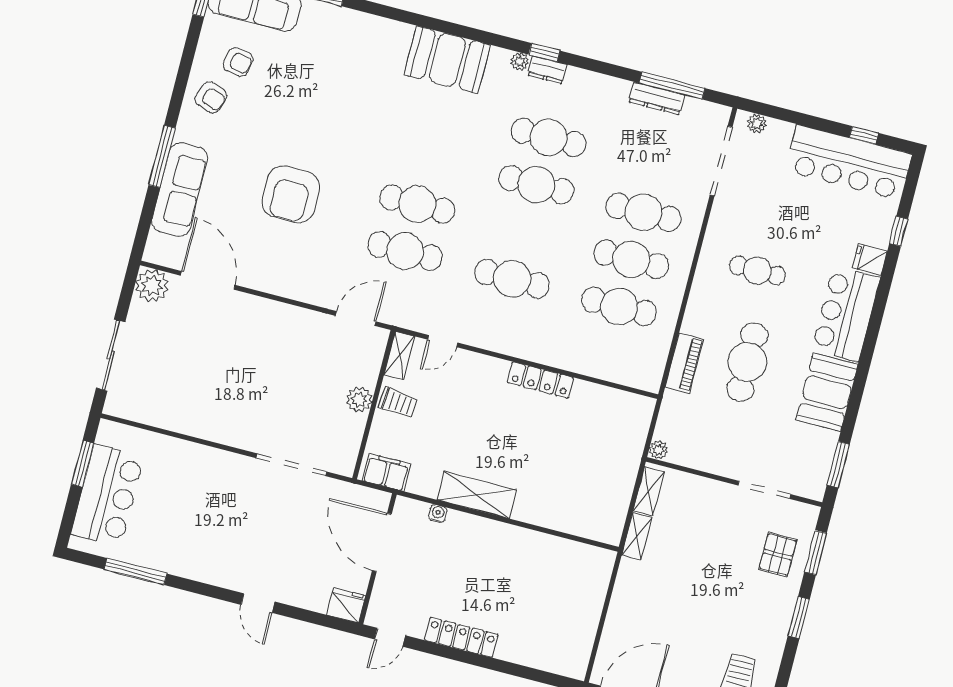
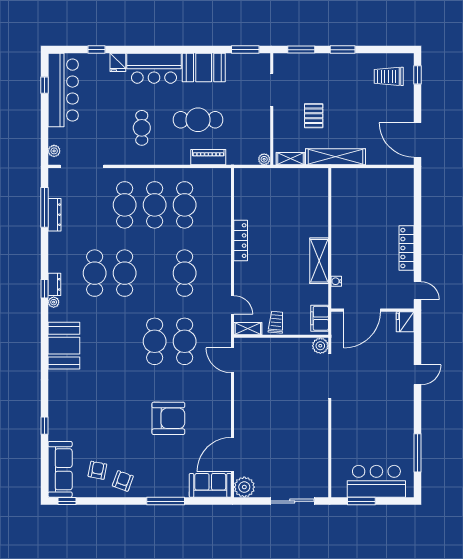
sofa: (180, 190) -> (210, 485), moved, width x0.73
plant: (359, 400) -> (320, 346), moved
shelving: (637, 536) -> (335, 157), width x2.20, depth x1.33
pallet: (778, 555) -> (314, 116), moved, turned 90

